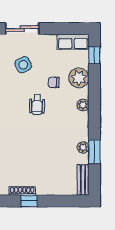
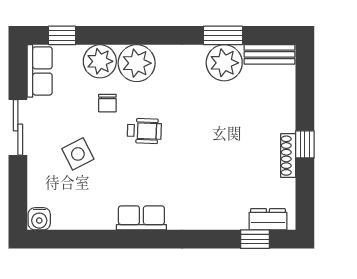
sliding door: (22, 29) -> (18, 127), moved
plant: (83, 105) -> (137, 63), width x1.87, depth x1.87
plant: (83, 147) -> (224, 63), width x1.87, depth x1.87

